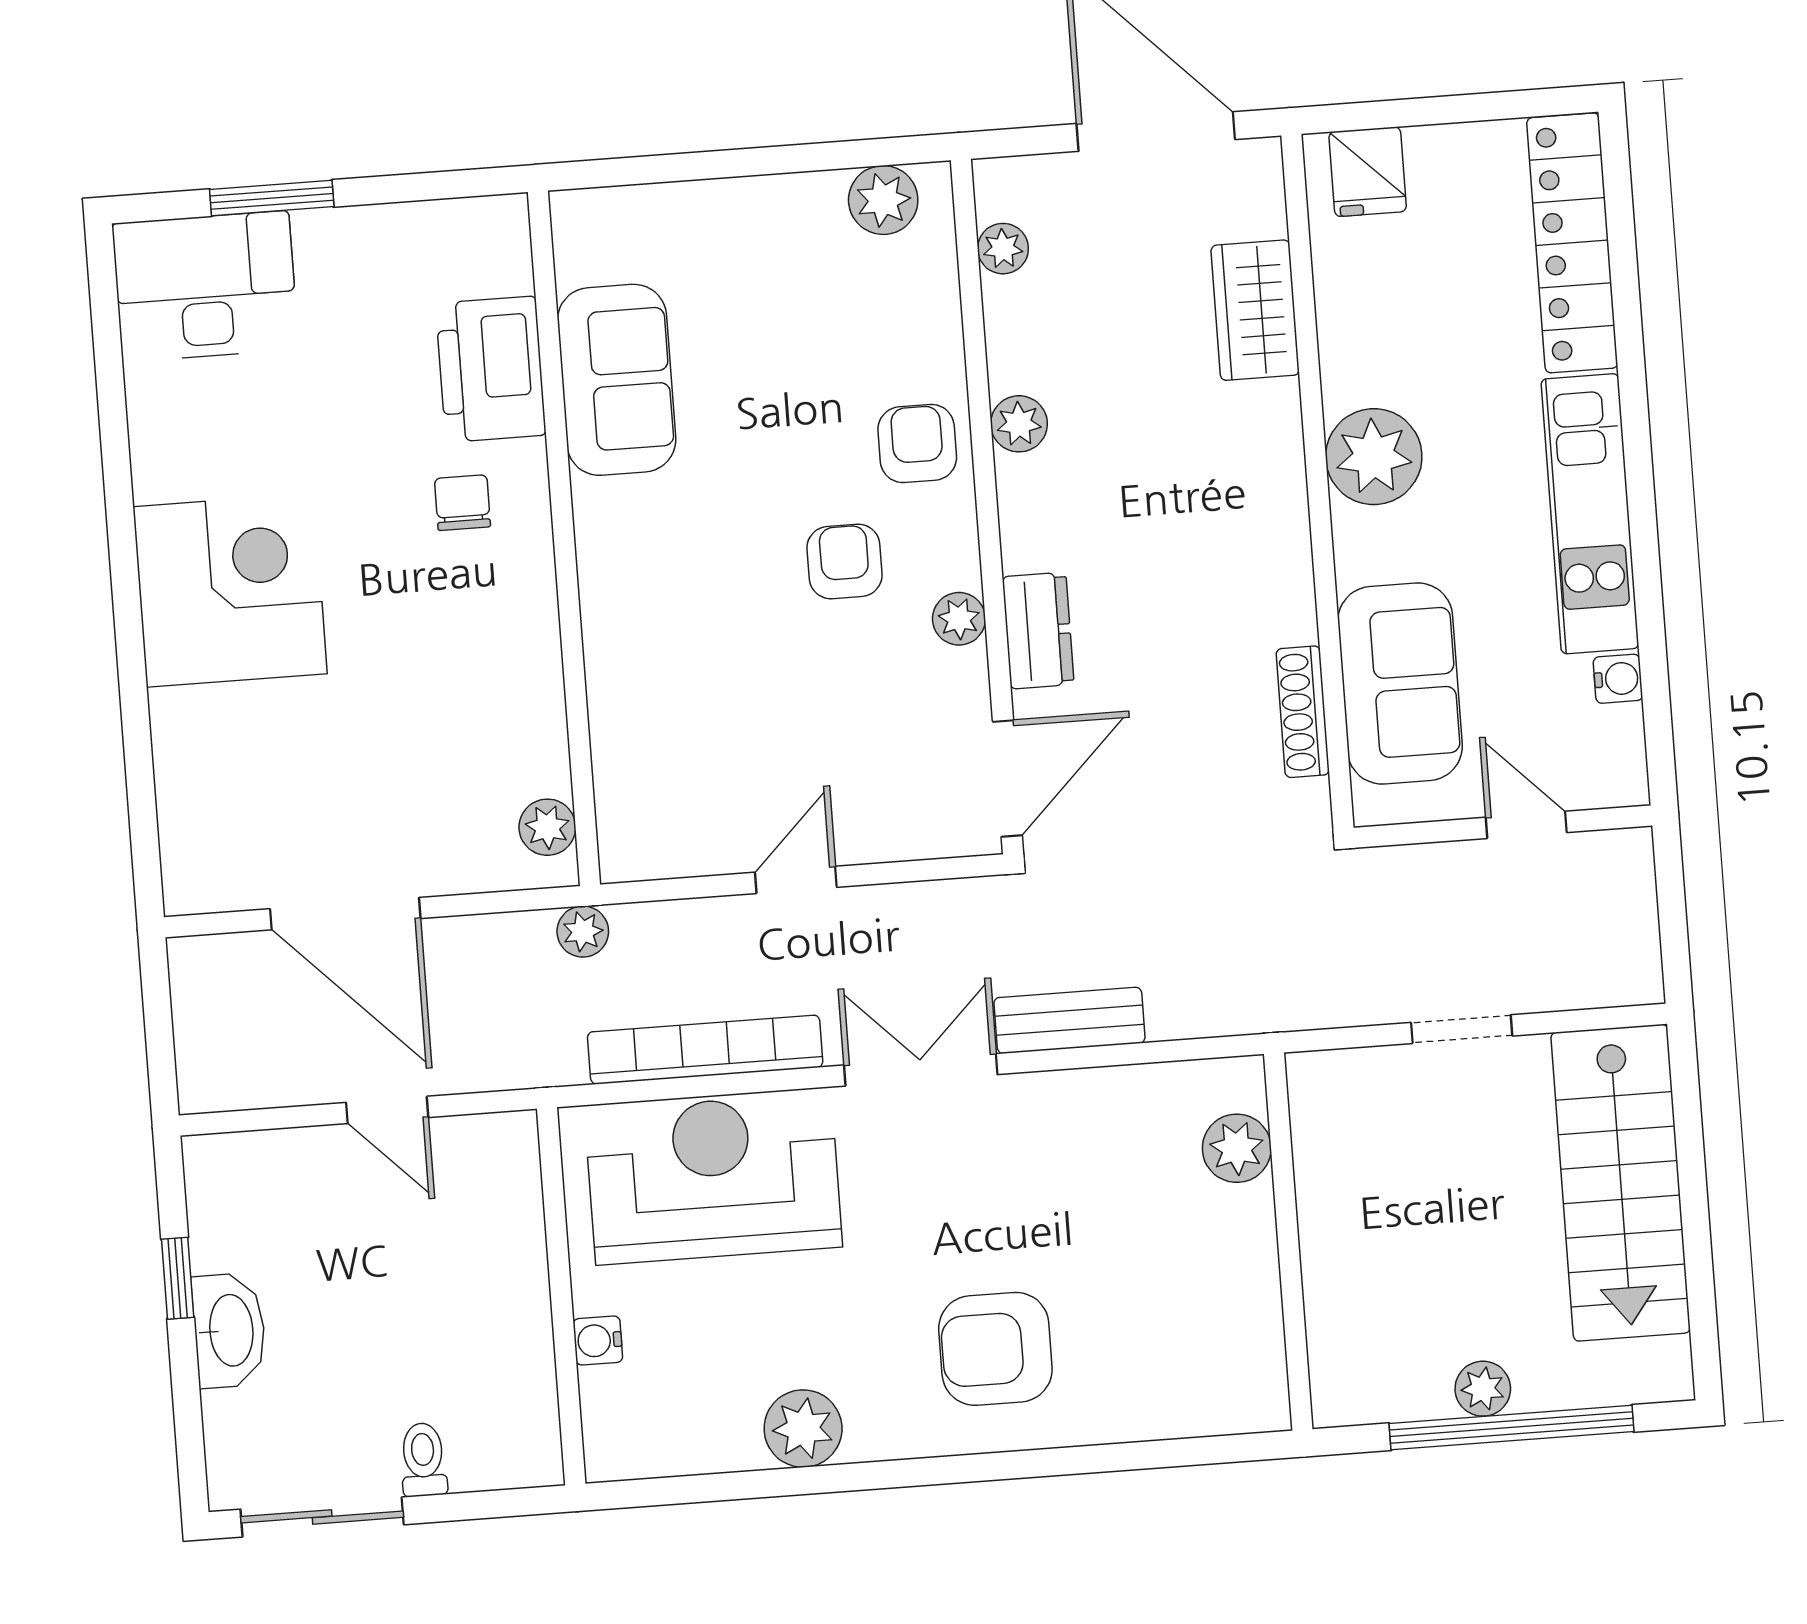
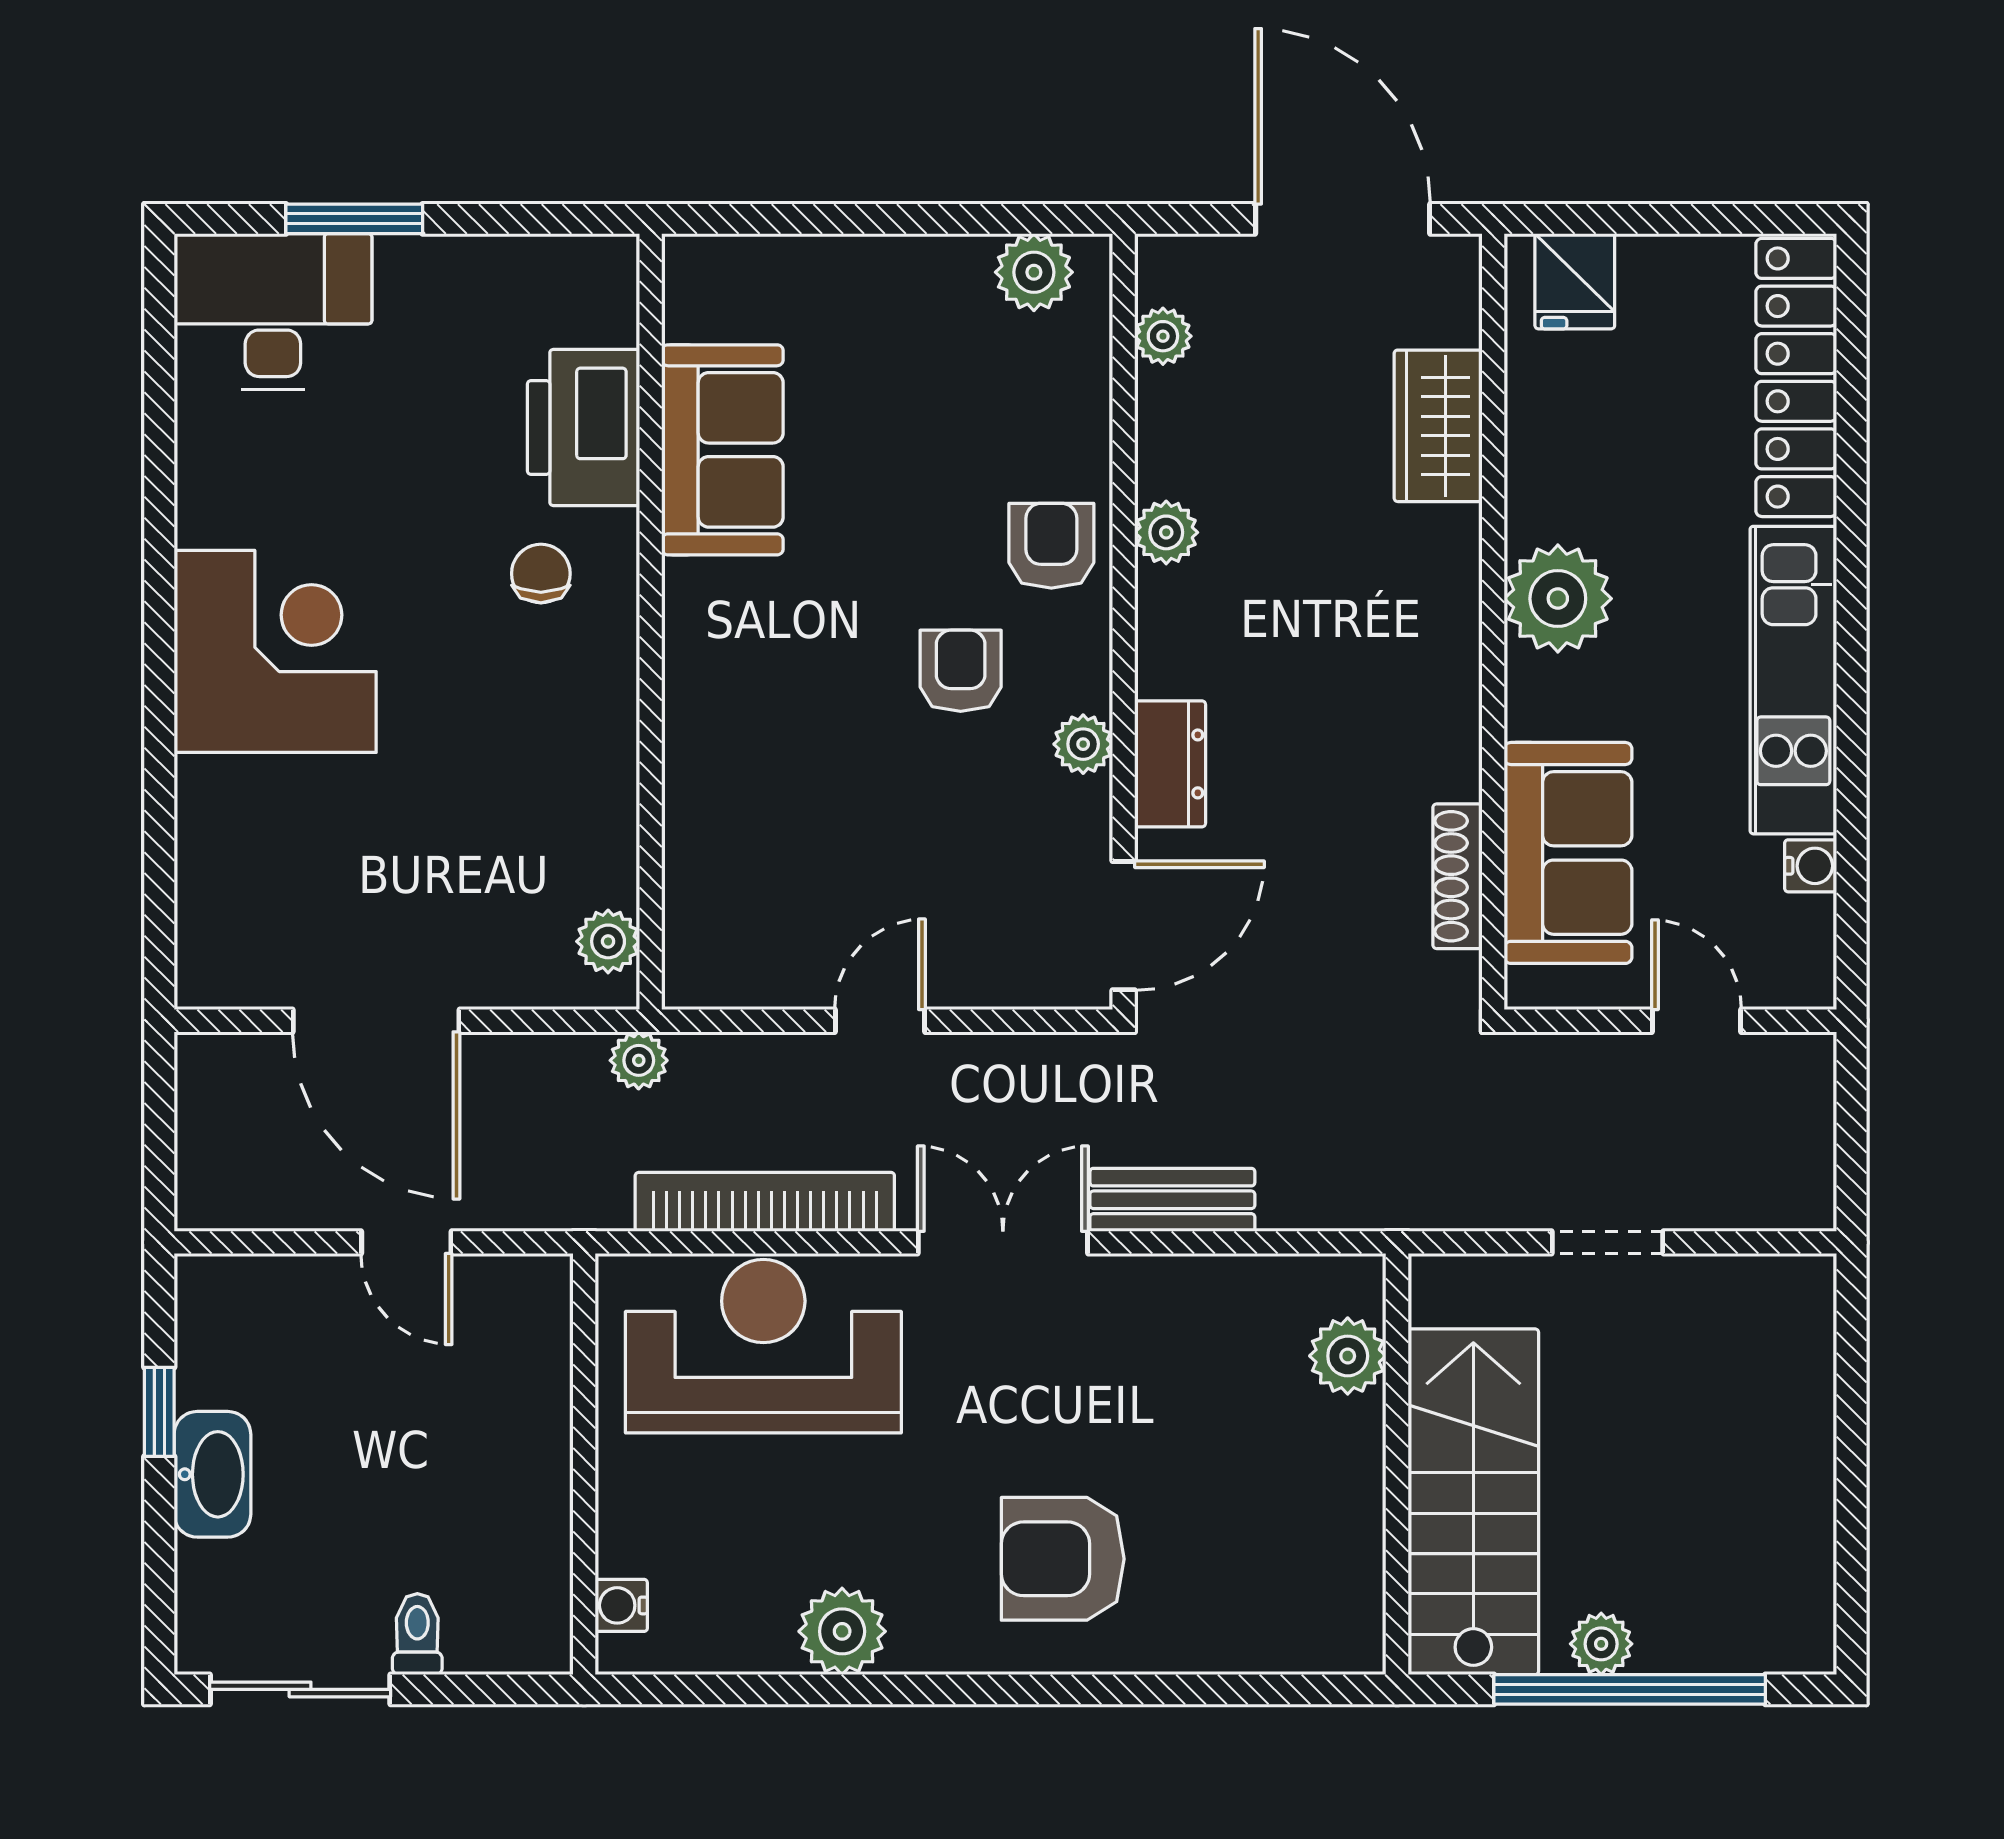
stairs: (1621, 1183) -> (1473, 1502), moved, turned 180
water cooler: (598, 1341) -> (621, 1605), moved

